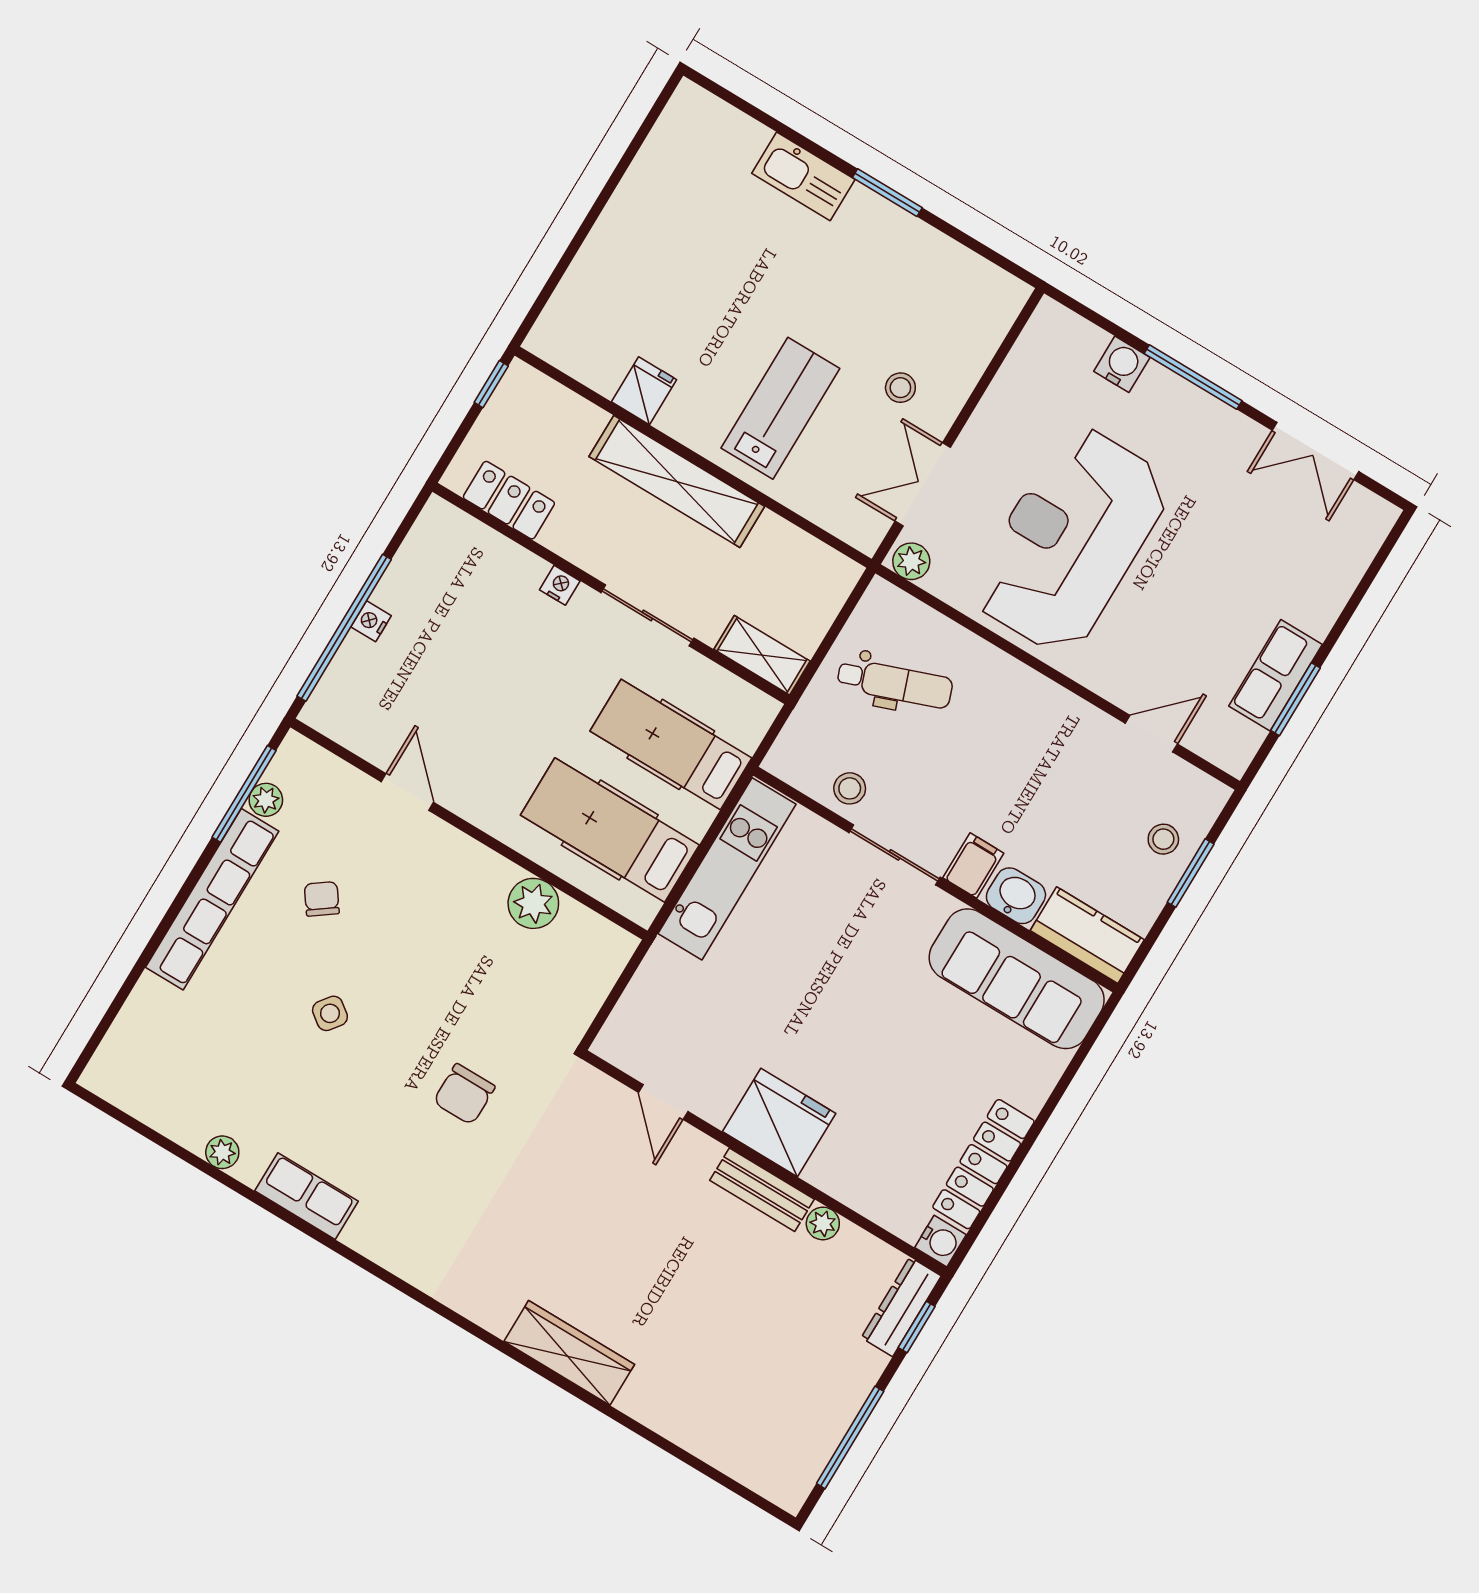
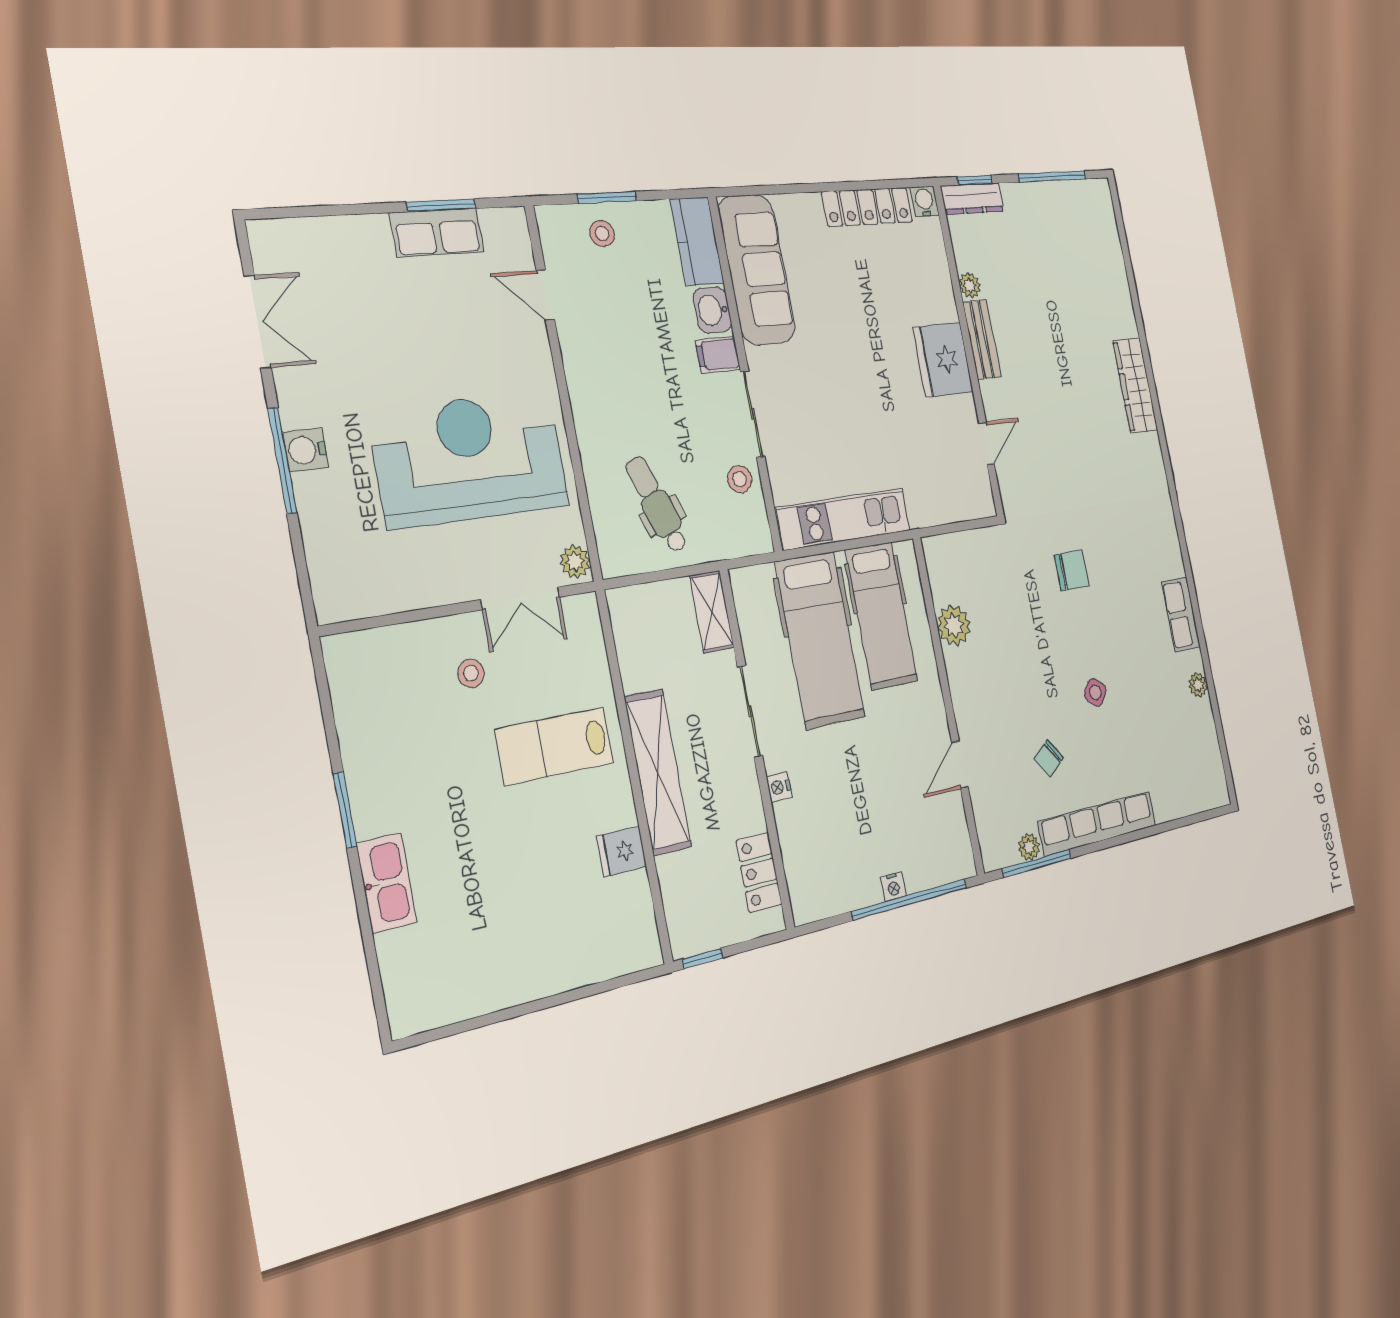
water cooler: (1122, 364) -> (305, 450), moved
reception desk: (1070, 540) -> (470, 459), turned 180
hospital bed: (671, 744) -> (820, 640), width x1.37, depth x1.29

